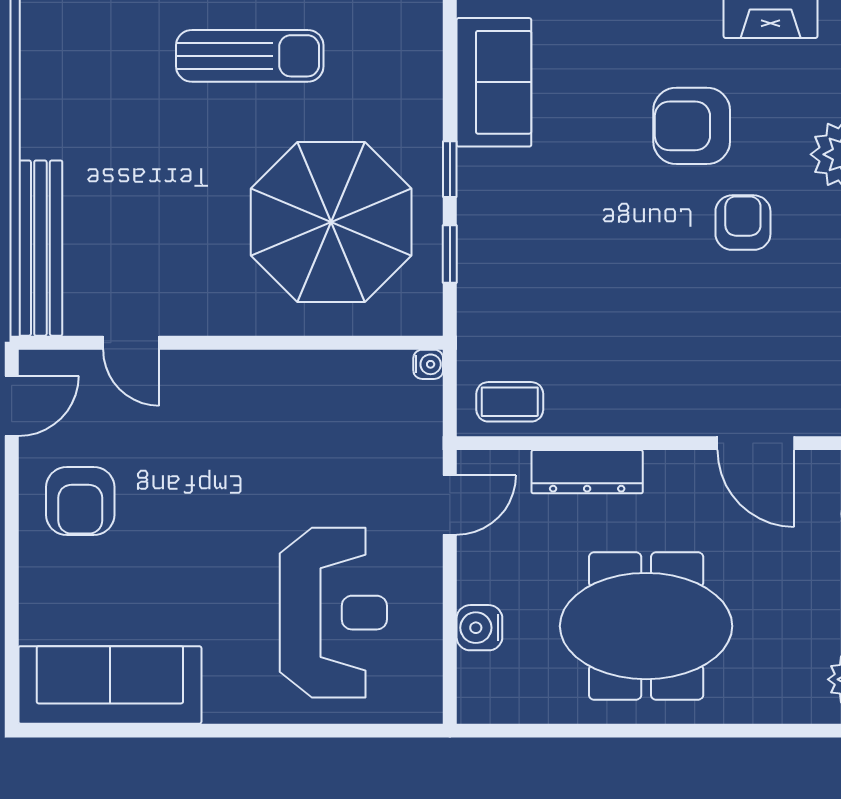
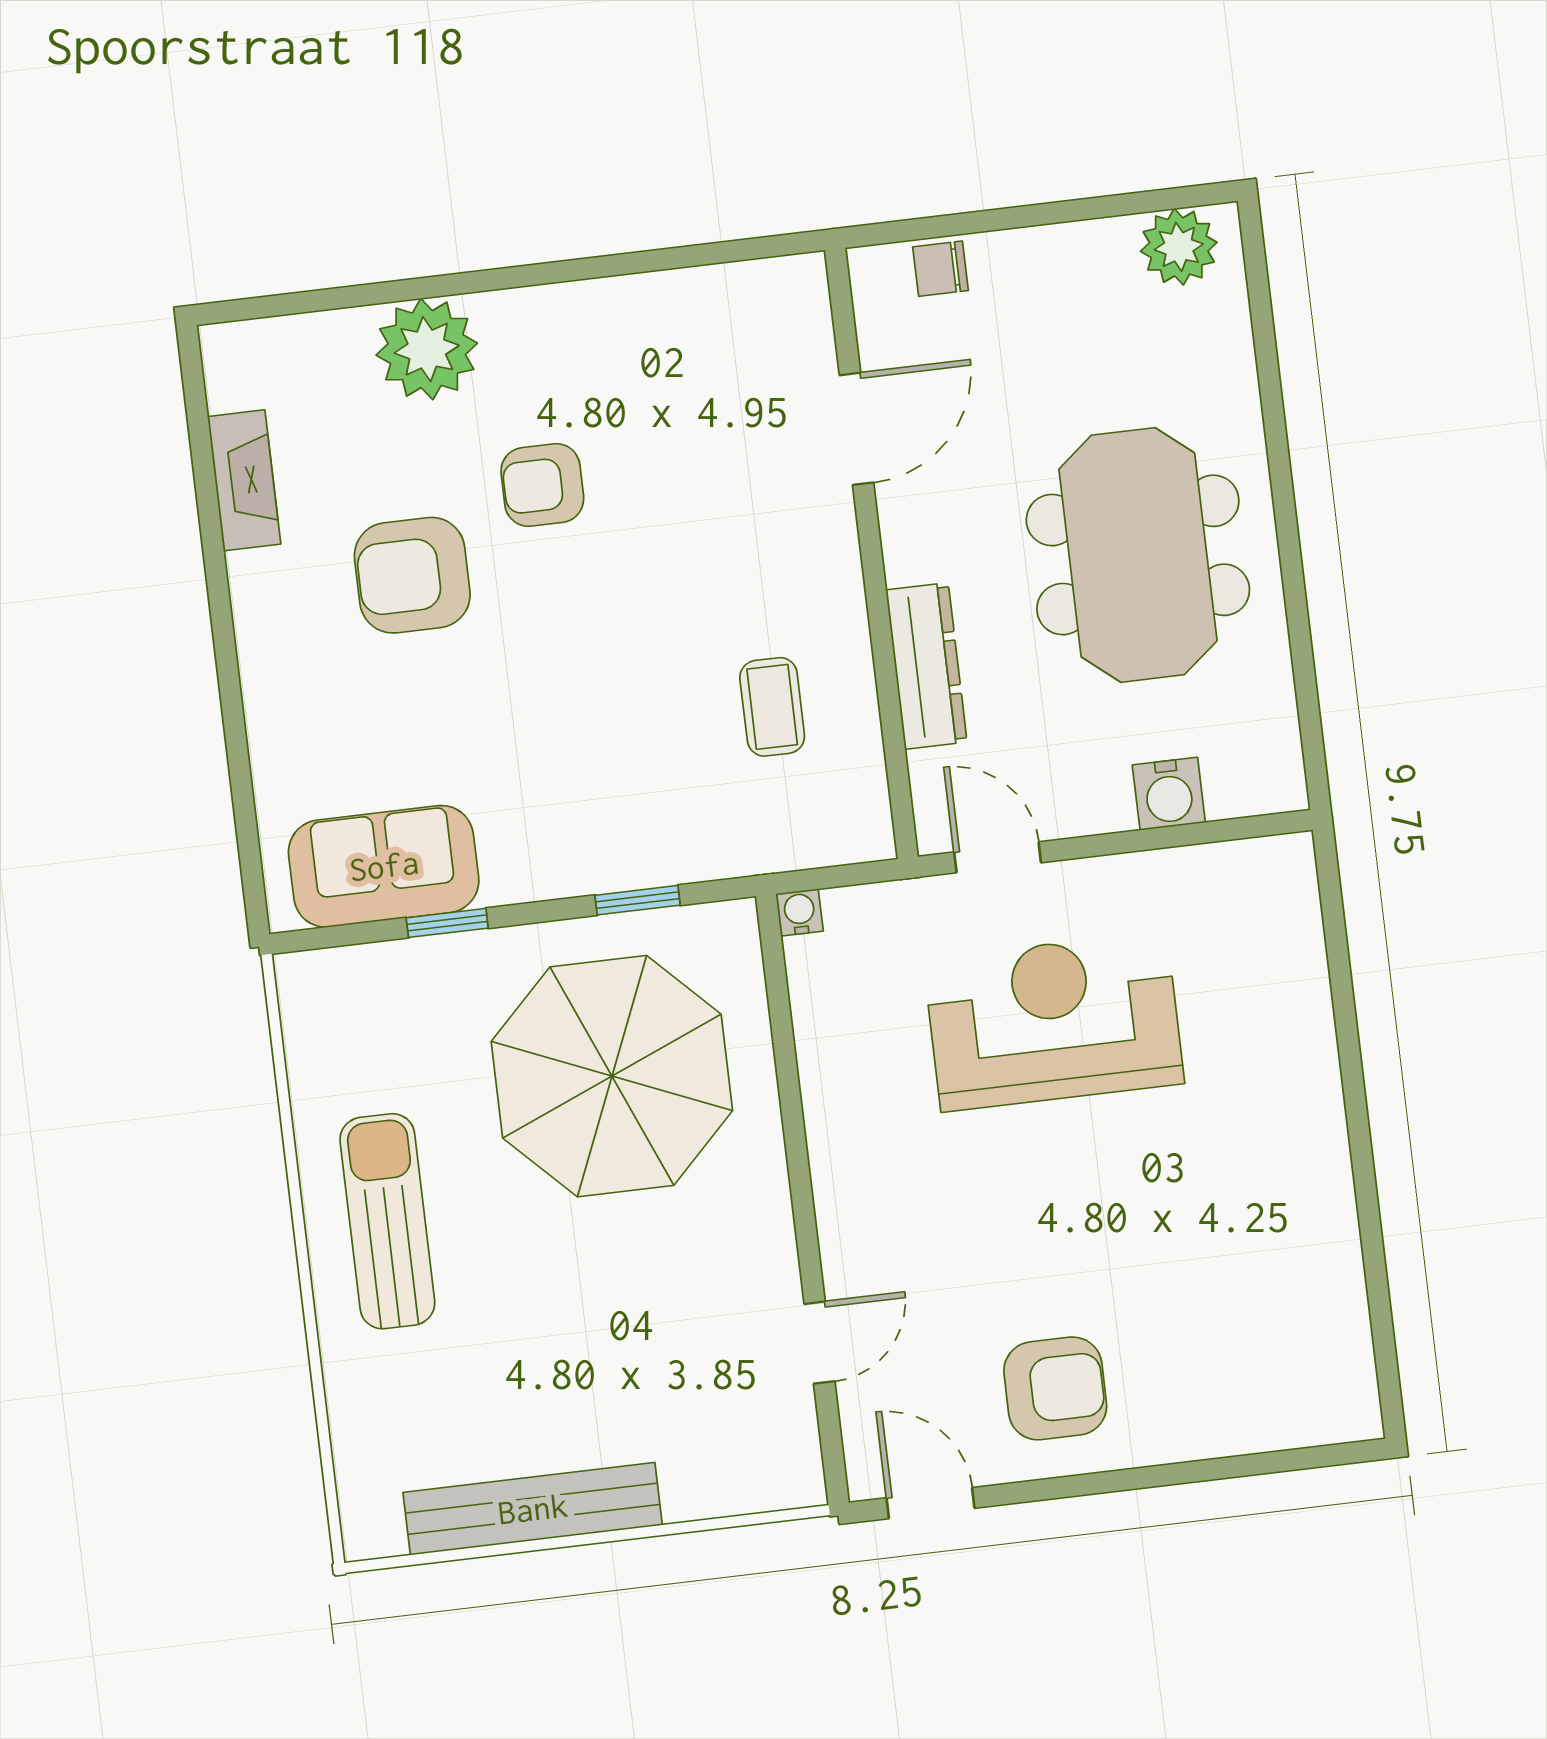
armchair: (692, 126) -> (412, 575), turned 90
window: (450, 169) -> (447, 923), moved
bench: (40, 248) -> (533, 1509), moved
coffee table: (510, 402) -> (772, 707), moved
reception desk: (333, 613) -> (1054, 1021), moved
sofa: (110, 685) -> (1314, 1314), removed

